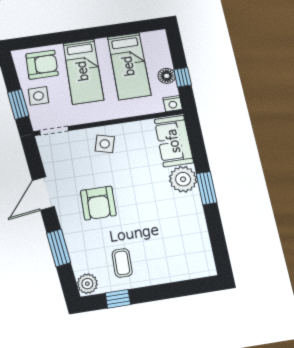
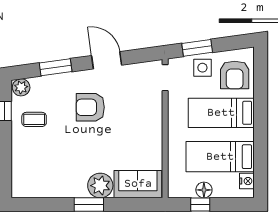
nightstand: (173, 104) -> (247, 181), moved, turned 180
side table: (105, 144) -> (145, 122), removed

